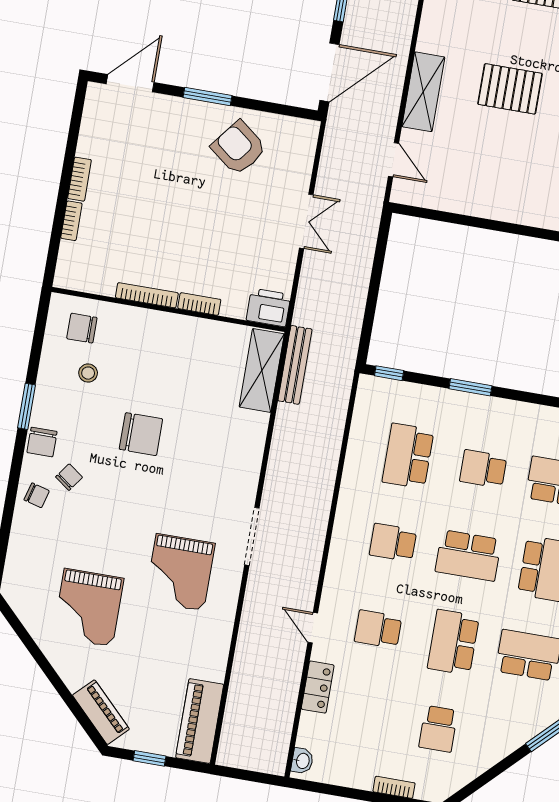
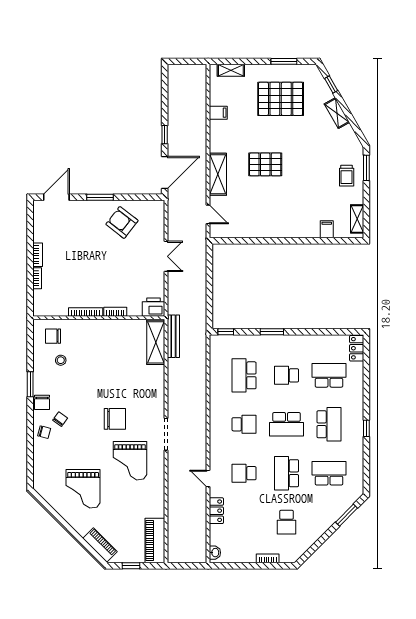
chair: (141, 434) -> (115, 419), moved
school desk: (393, 543) -> (244, 424), turned 180

